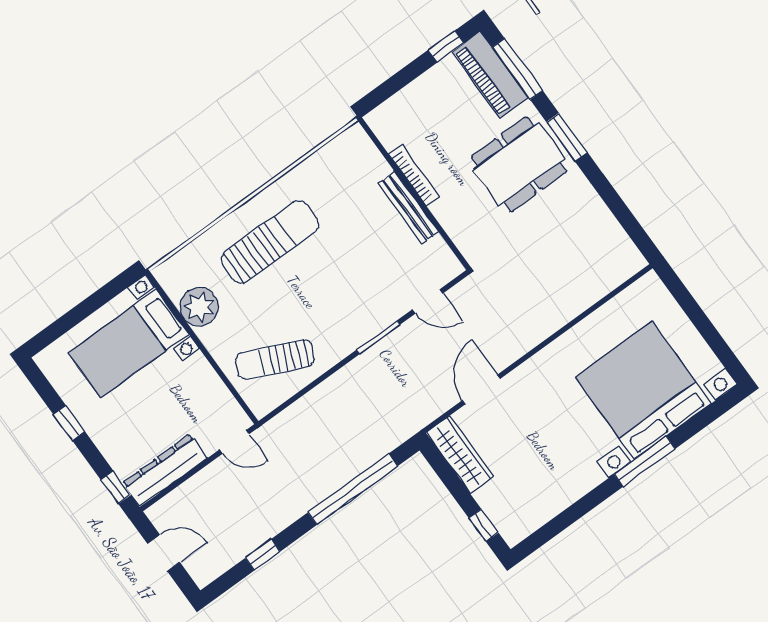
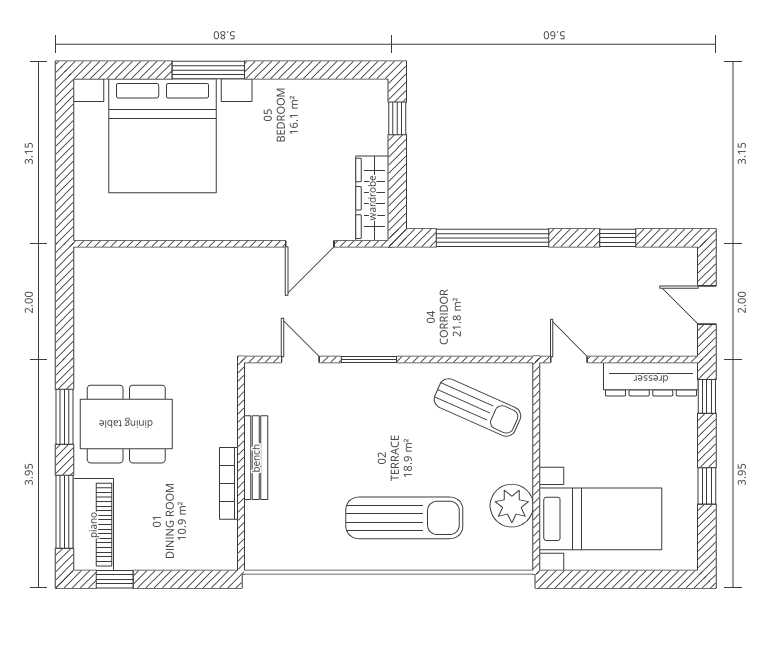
sun lounger: (270, 242) -> (404, 518), turned 180

